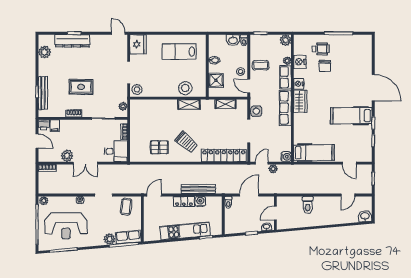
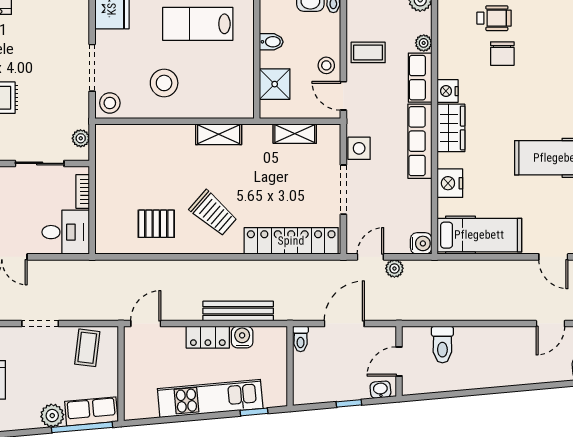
nightstand: (300, 62) -> (450, 183), moved
stool: (185, 88) -> (164, 83), moved
toilet: (308, 205) -> (442, 344), moved

